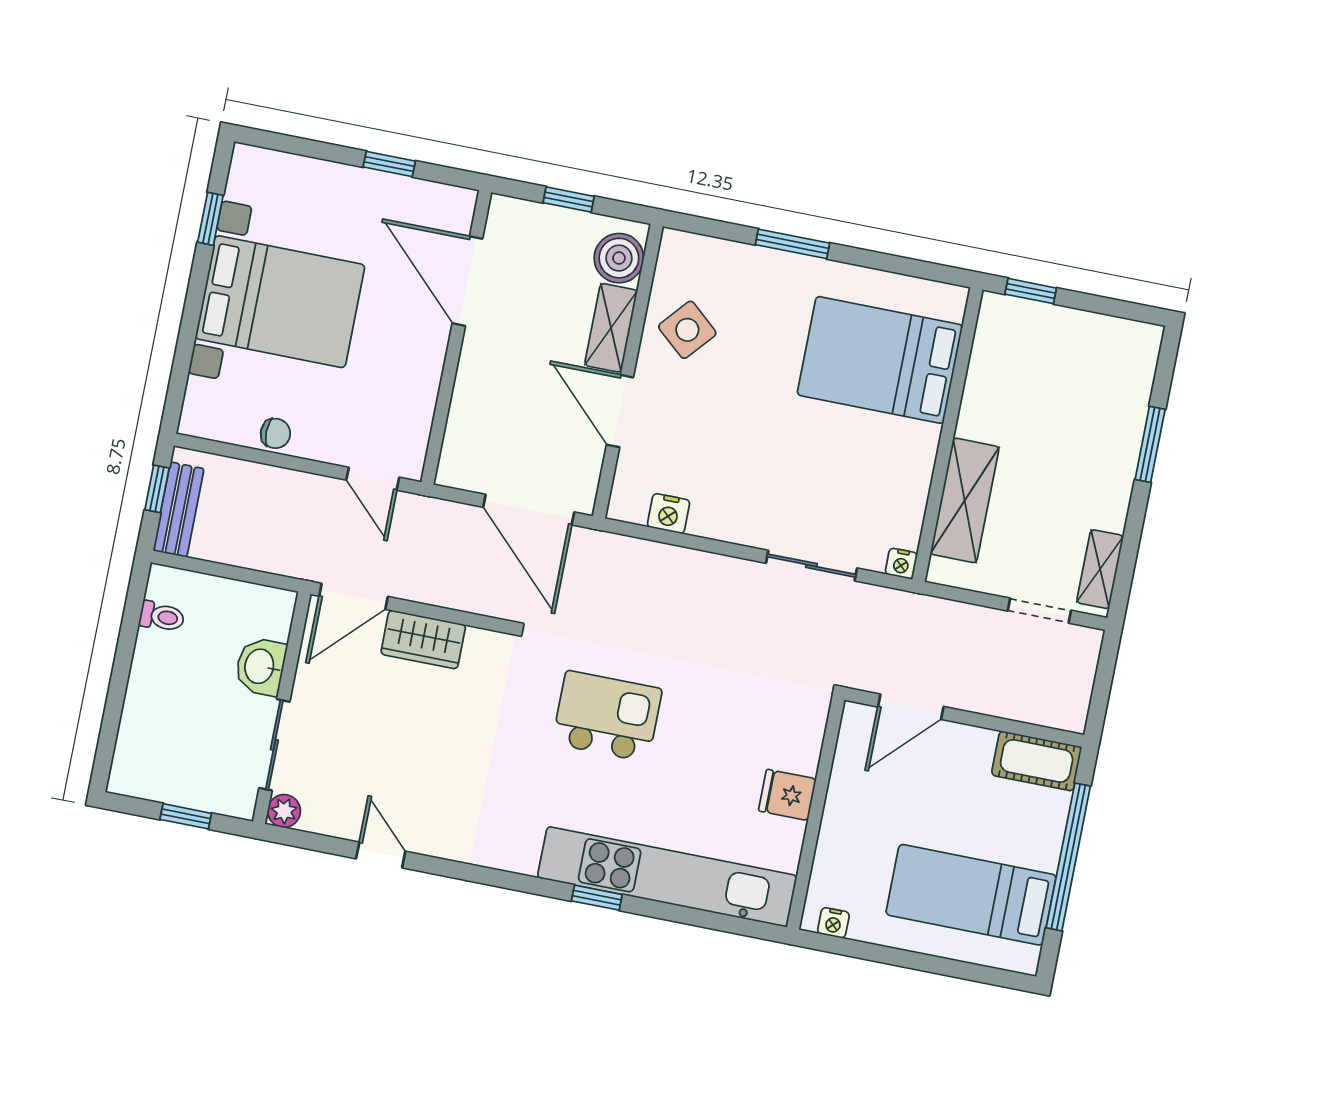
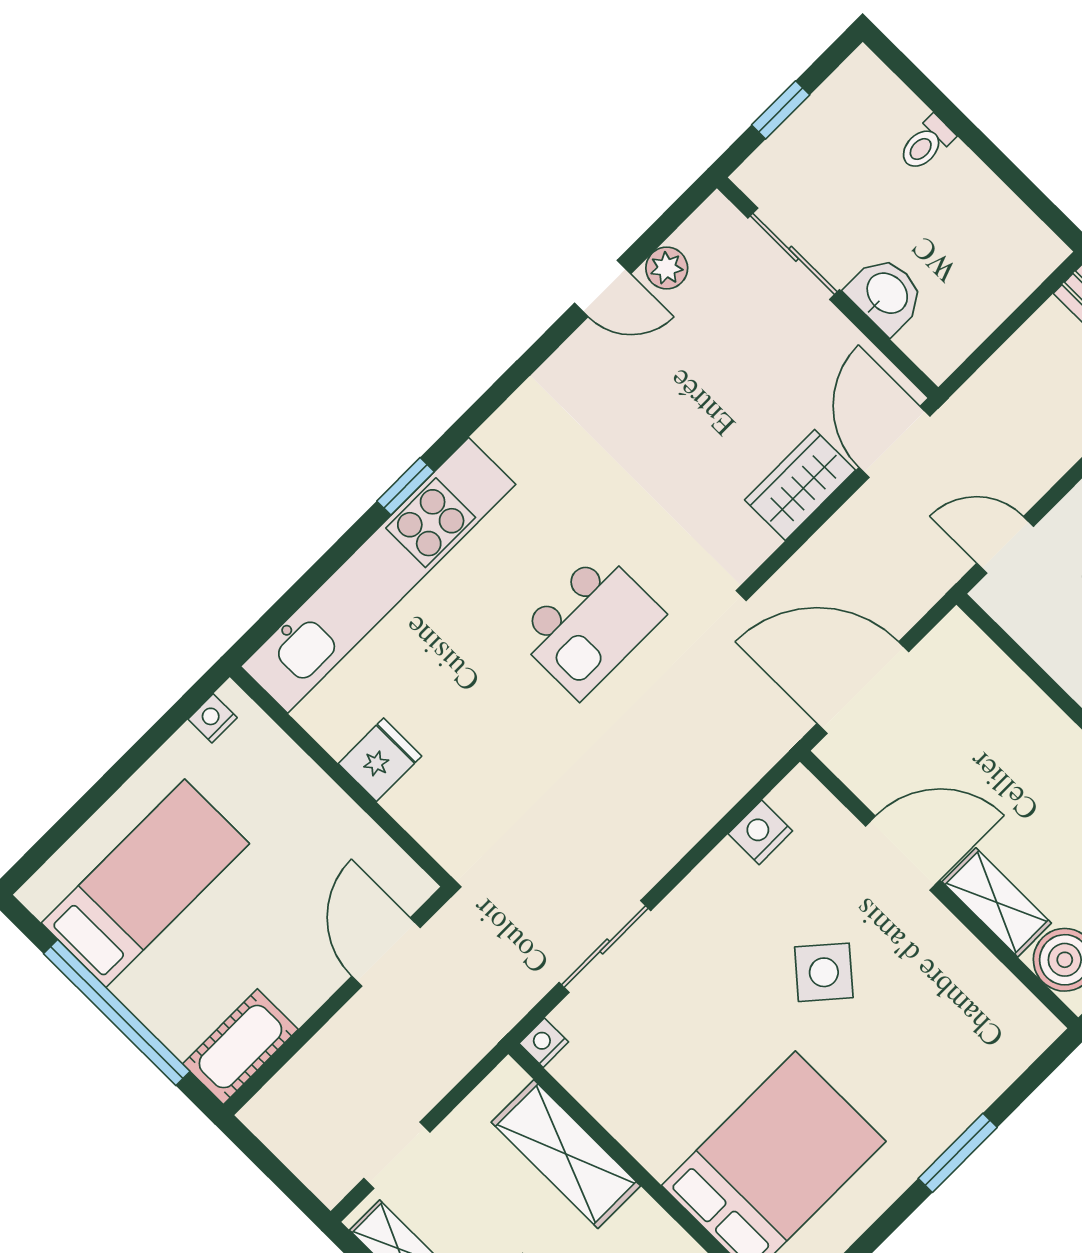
side table: (687, 330) -> (824, 972), moved
toilet: (162, 617) -> (926, 144), moved
plant: (284, 811) -> (667, 268), moved

